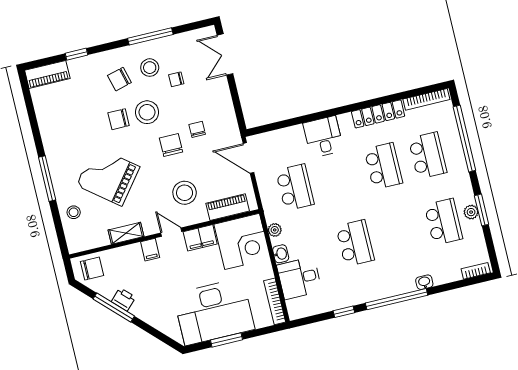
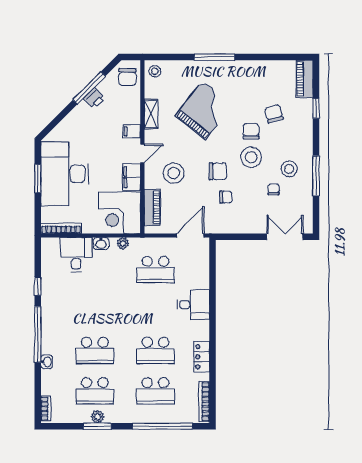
chair: (119, 79) -> (274, 114), moved
locker: (378, 114) -> (202, 357), width x0.66
stool: (74, 212) -> (155, 71), moved
school desk: (355, 243) -> (95, 350), moved

